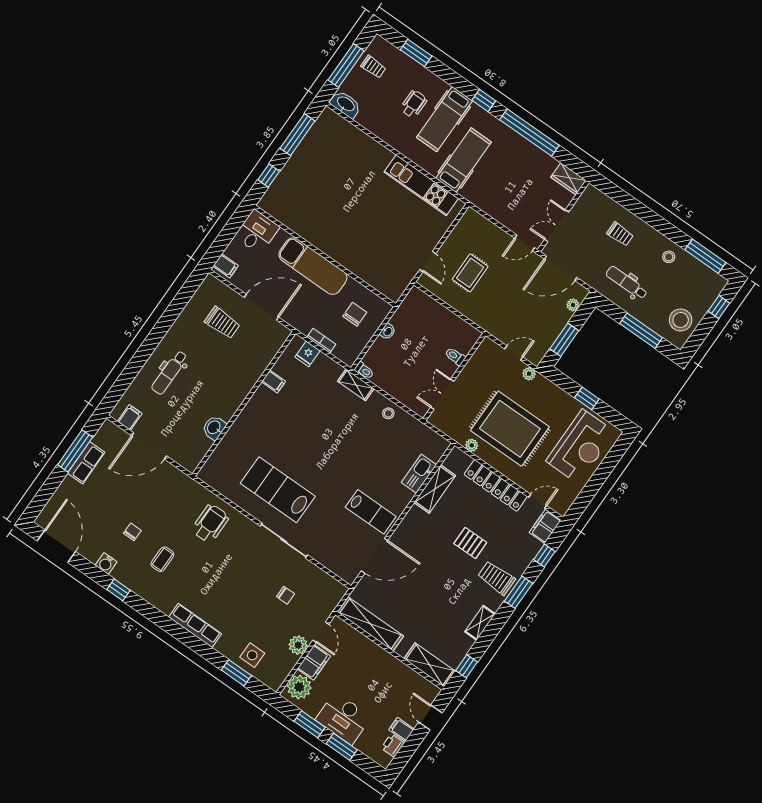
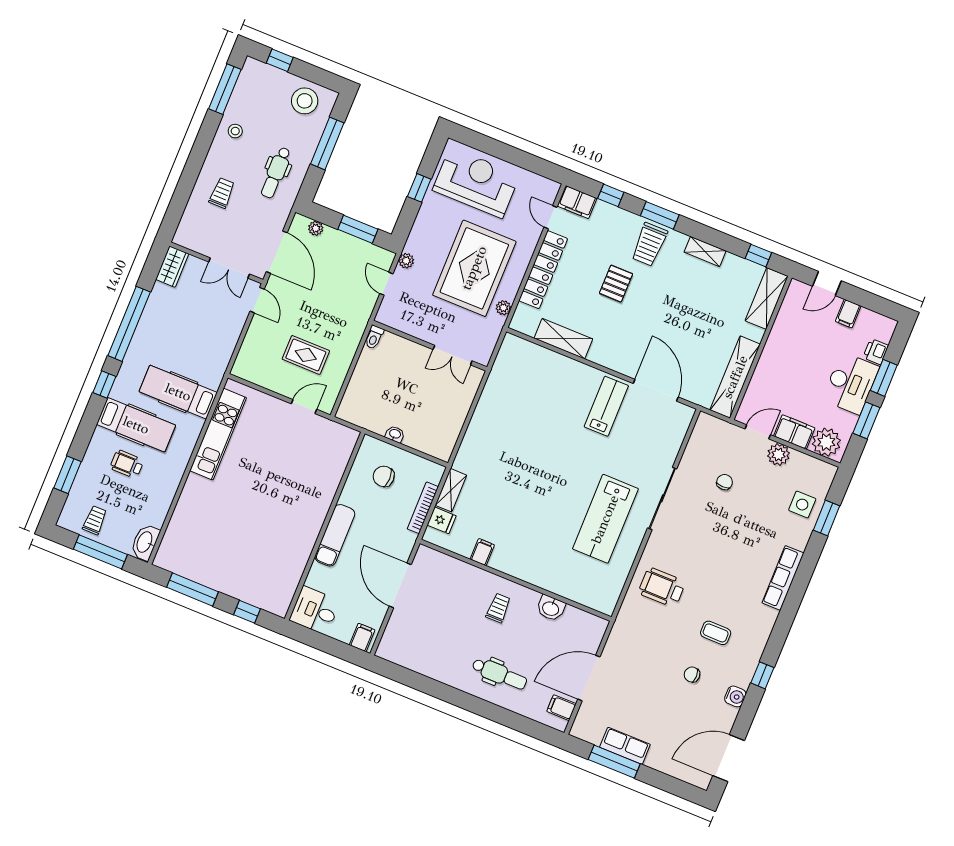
exam couch: (313, 266) -> (335, 535), width x0.73, depth x0.69
trolley: (222, 323) -> (498, 608), moved, width x0.73, depth x0.72
bookcase: (321, 341) -> (423, 508), width x1.56
toilet: (455, 356) -> (374, 337), moved
toilet: (364, 371) -> (446, 451), removed
shelving: (356, 385) -> (451, 490), moved
stool: (388, 413) -> (489, 412), removed
door: (149, 446) -> (589, 678), swing flipped
kitchen sink: (419, 474) -> (550, 361), removed
printer: (393, 745) -> (876, 352), moved, turned 90

